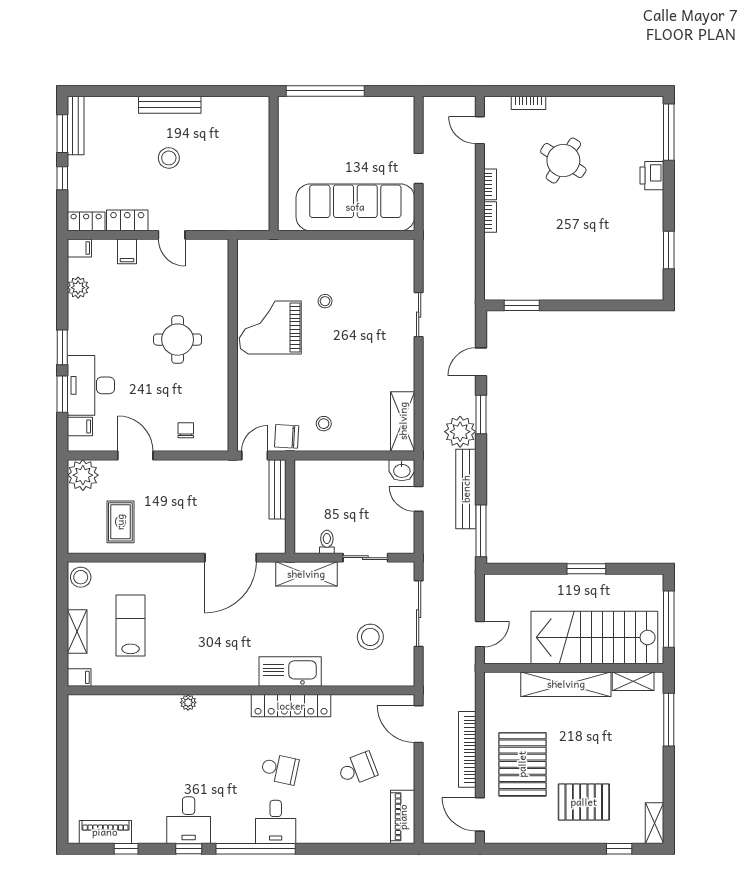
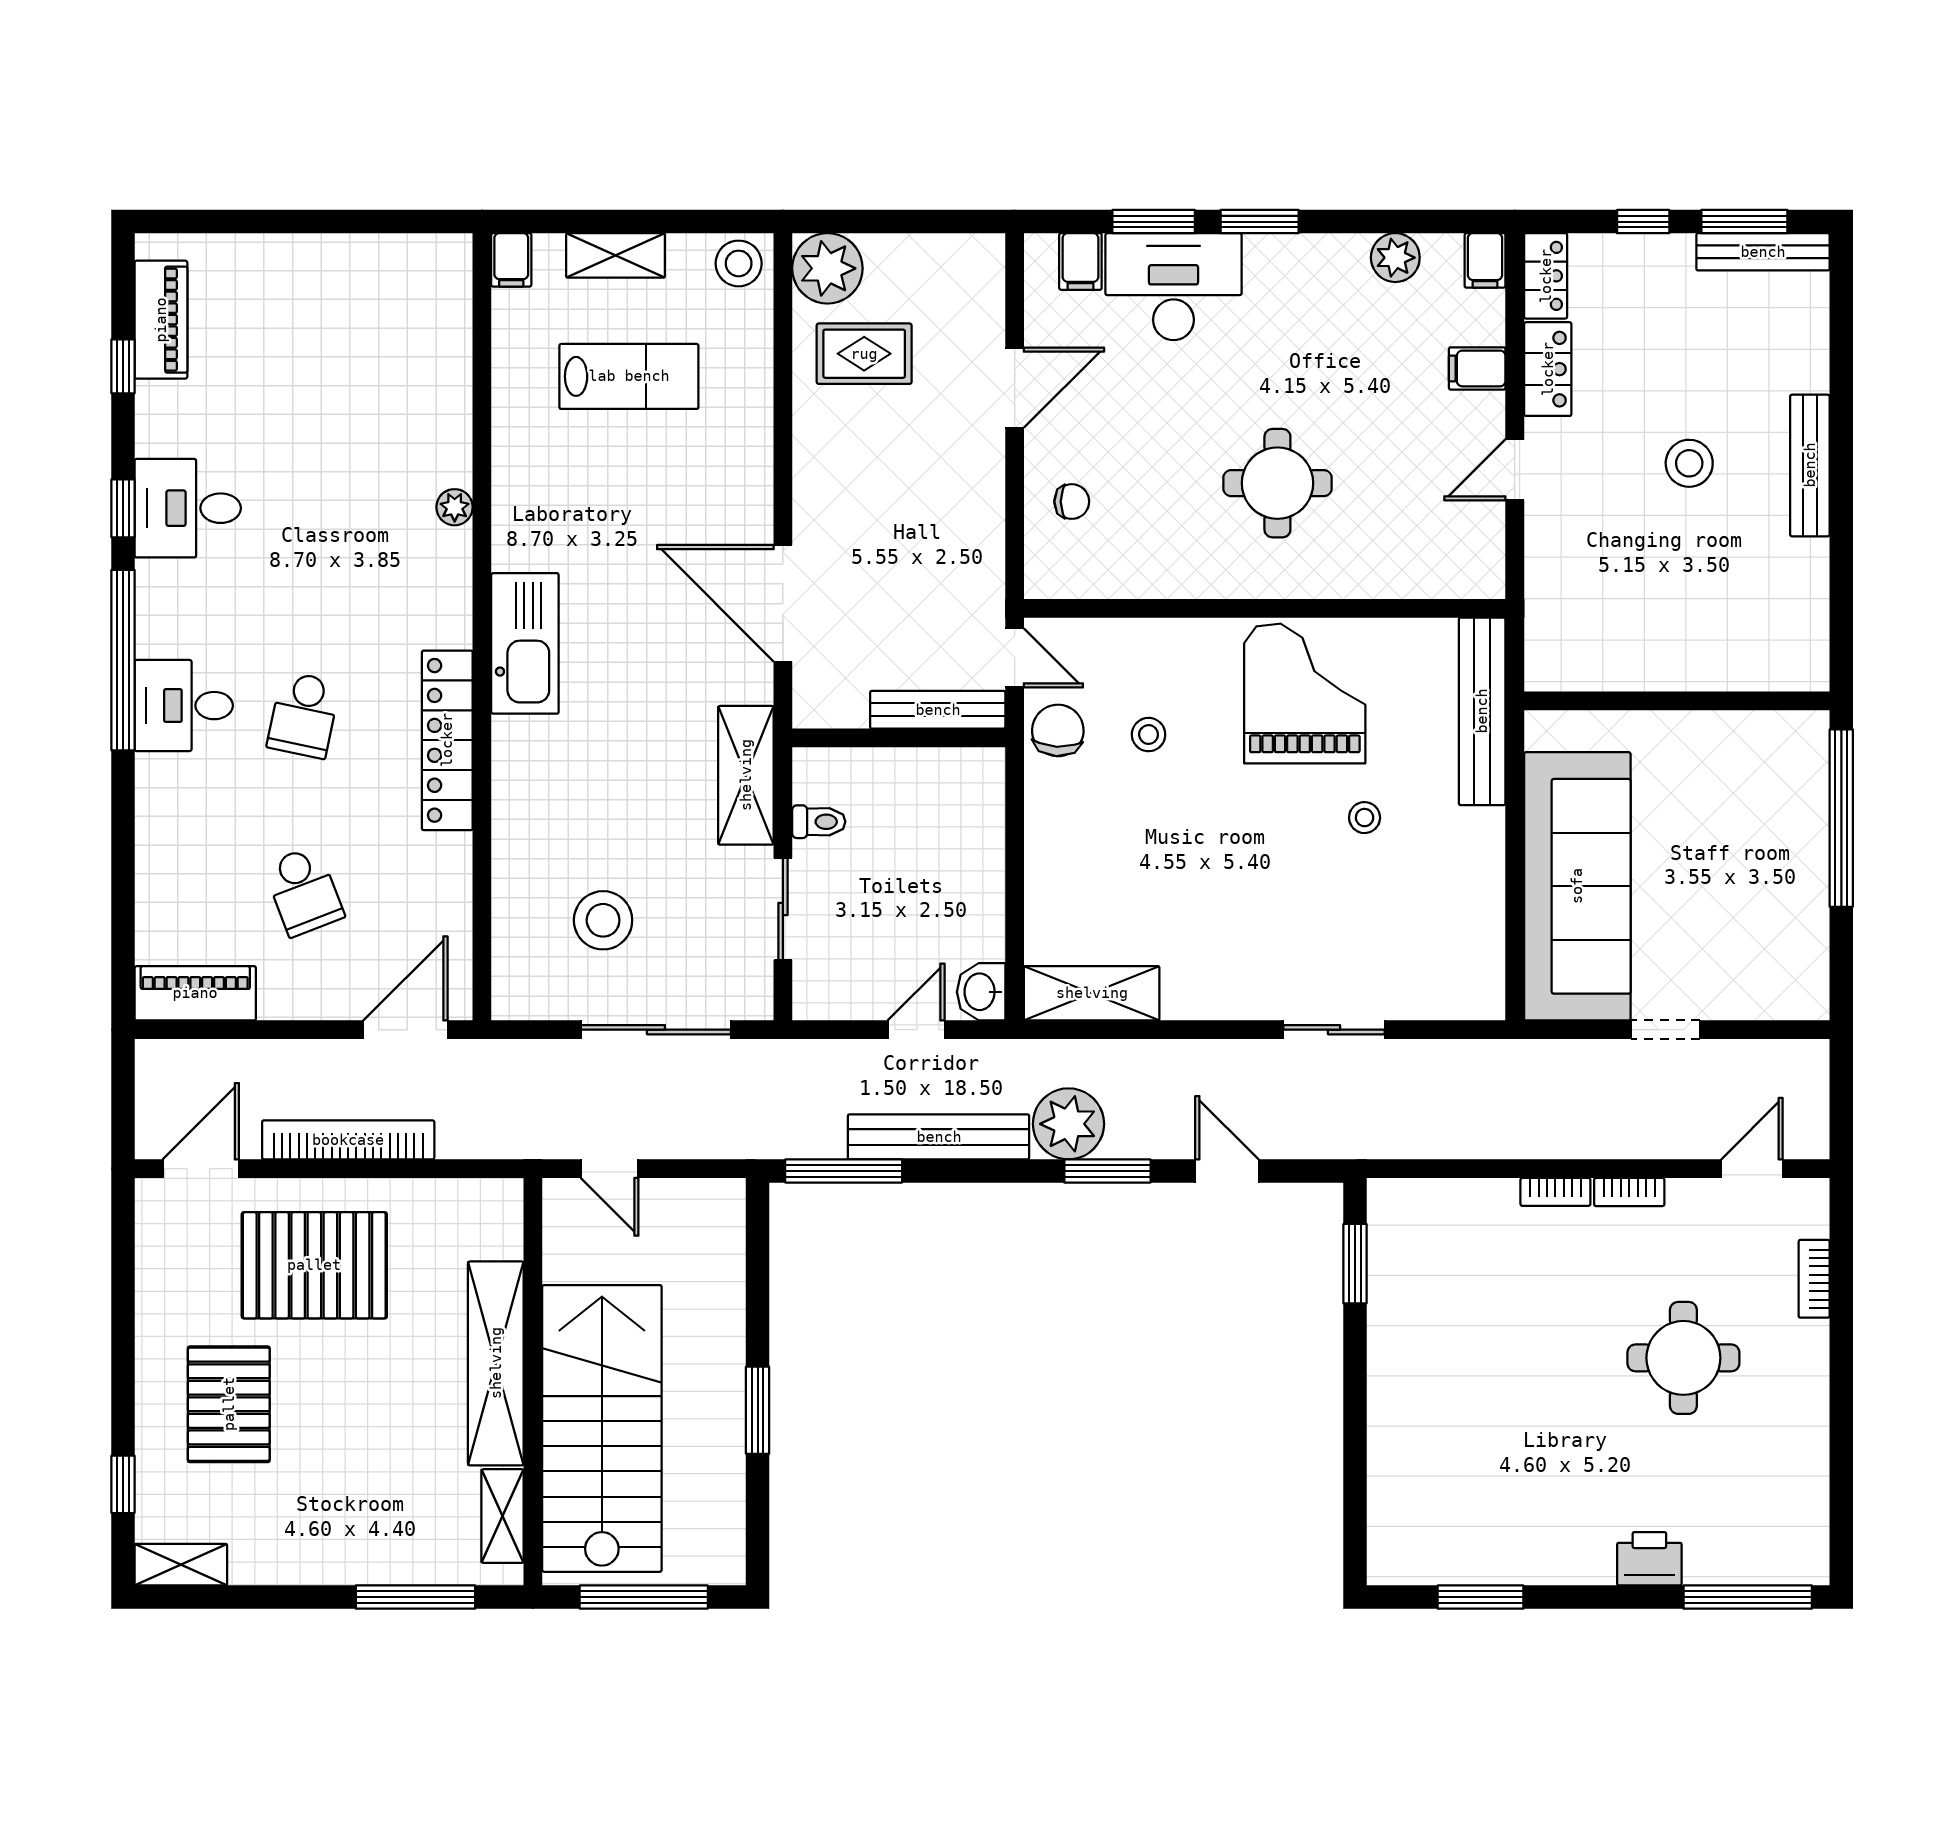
round table: (563, 161) -> (1683, 1358), turned -33
bench: (278, 249) -> (1482, 711), added
stool: (324, 424) -> (1149, 735), moved
plant: (83, 475) -> (827, 268), moved
kitchen sink: (290, 671) -> (525, 643), moved

